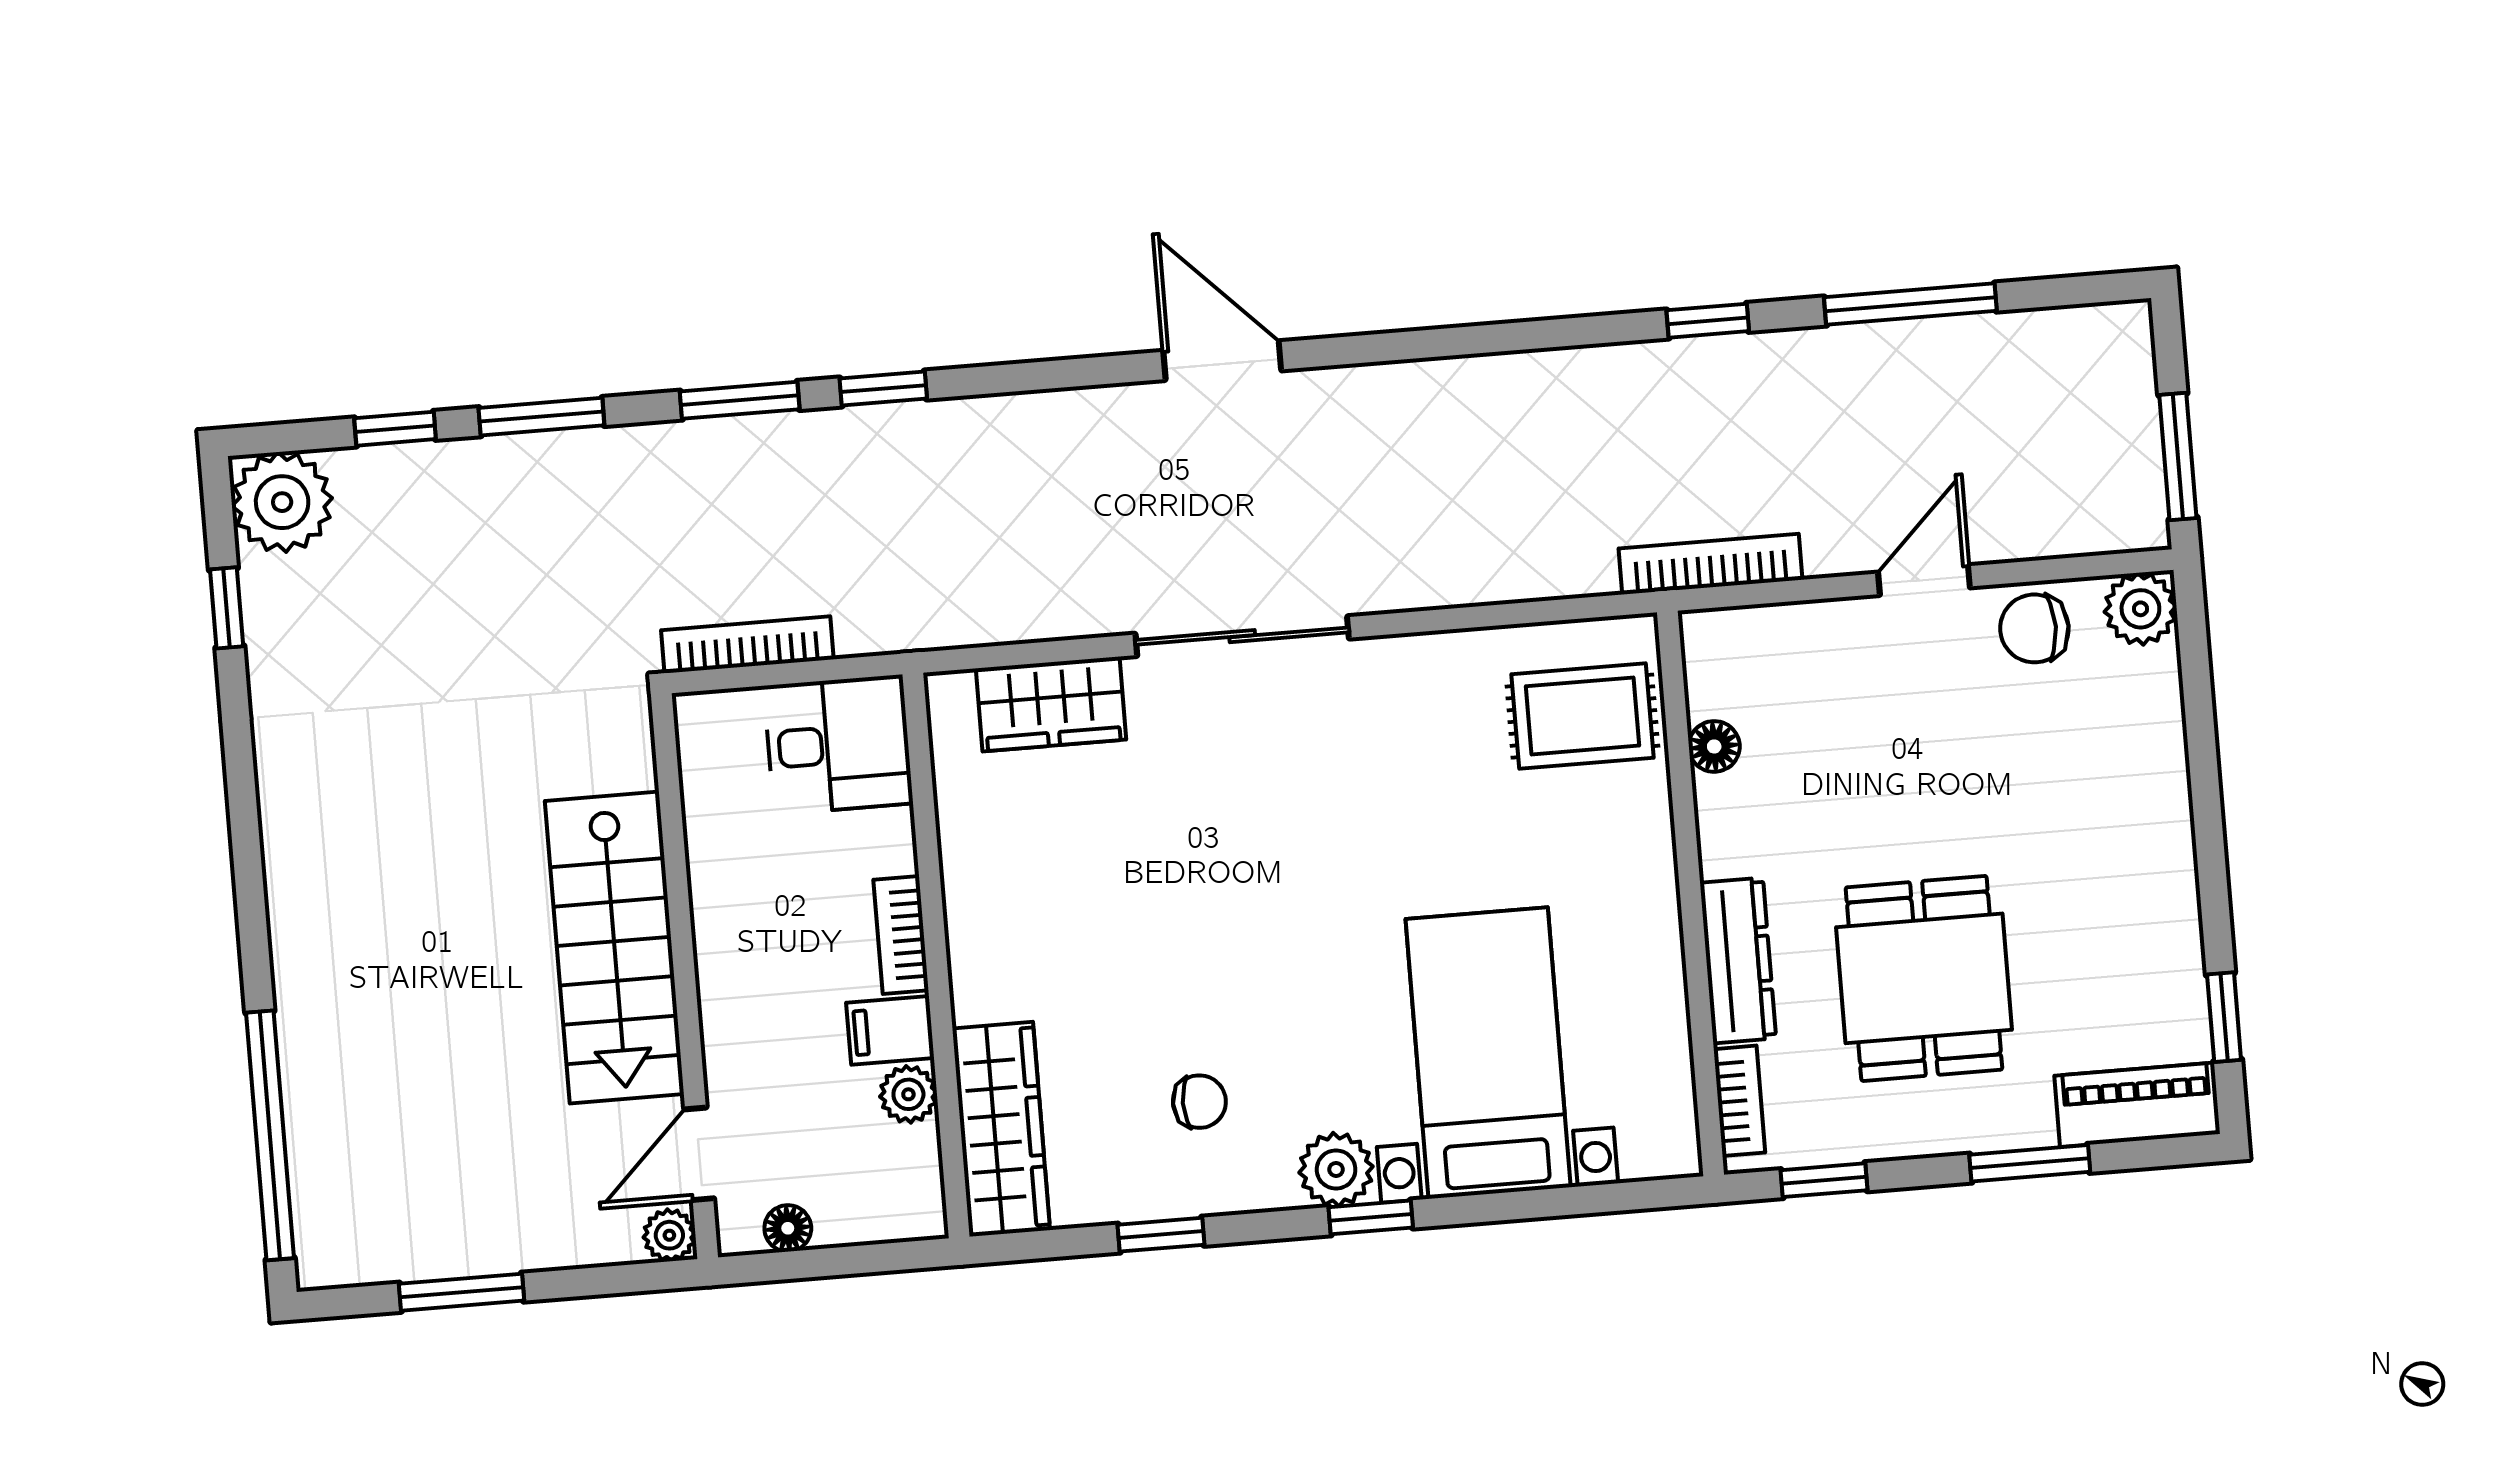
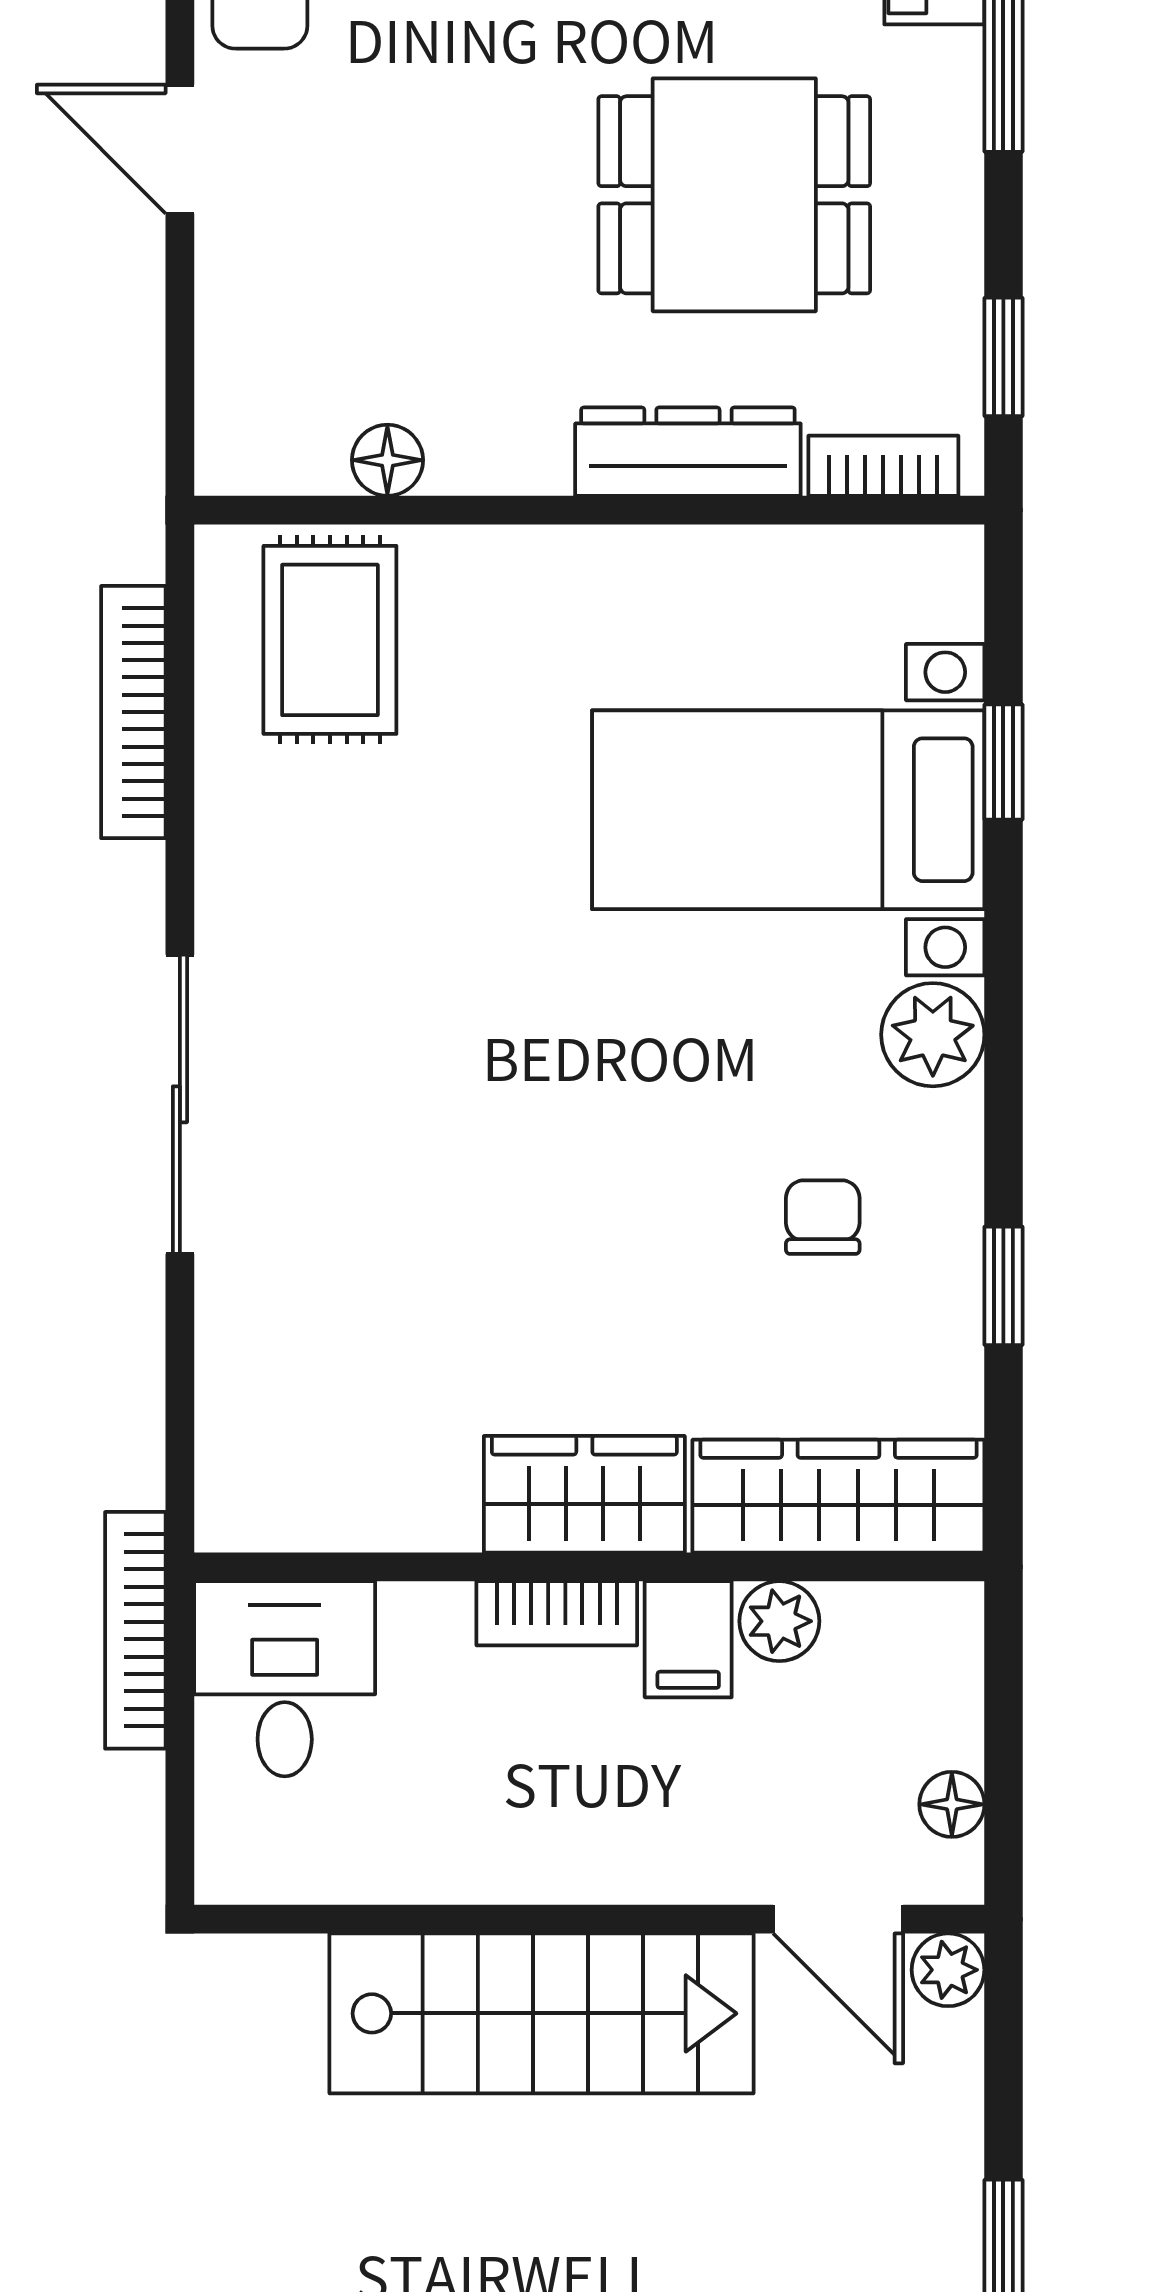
bookcase: (1711, 564) -> (133, 712), moved
bookcase: (747, 645) -> (135, 1630), moved
wardrobe: (1051, 704) -> (584, 1494), moved, turned -90
window: (1371, 1217) -> (1003, 762), moved

